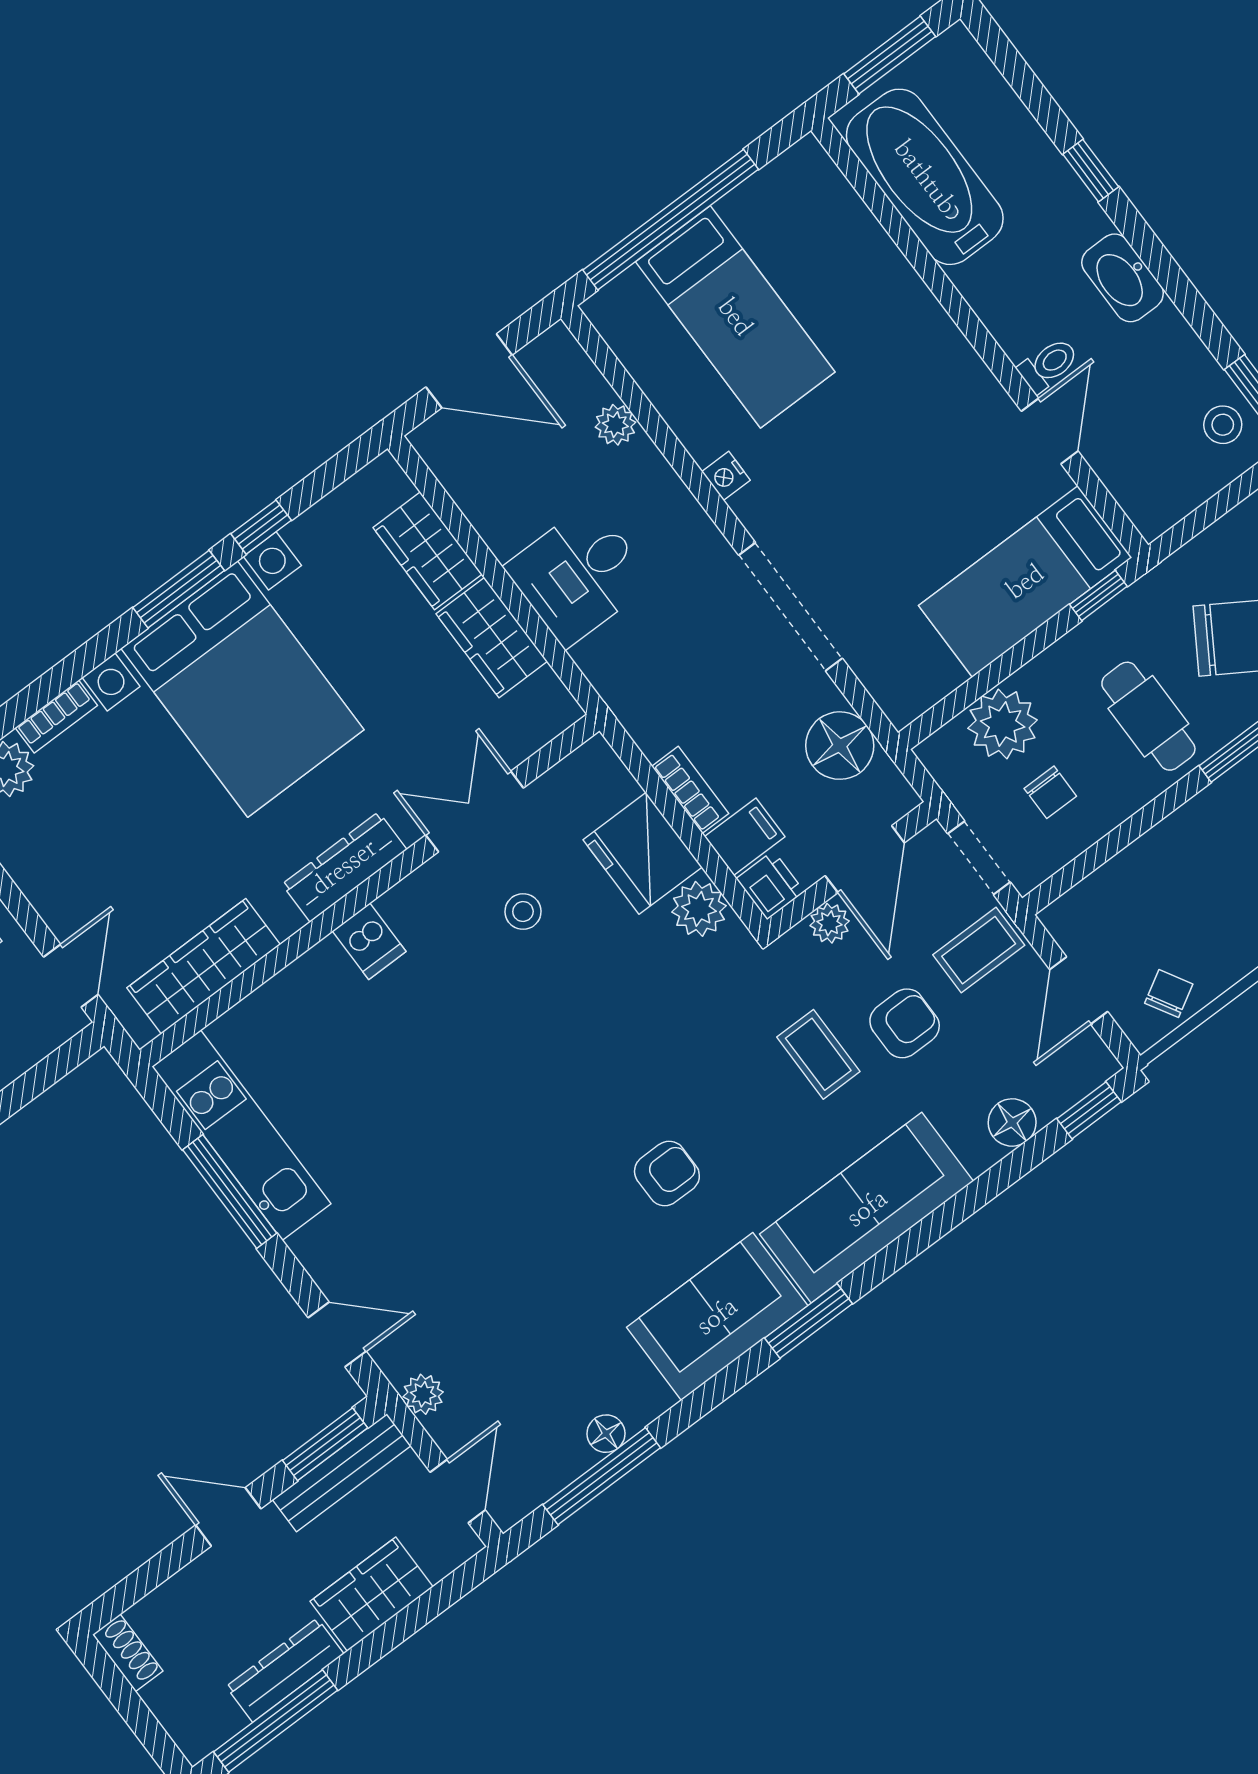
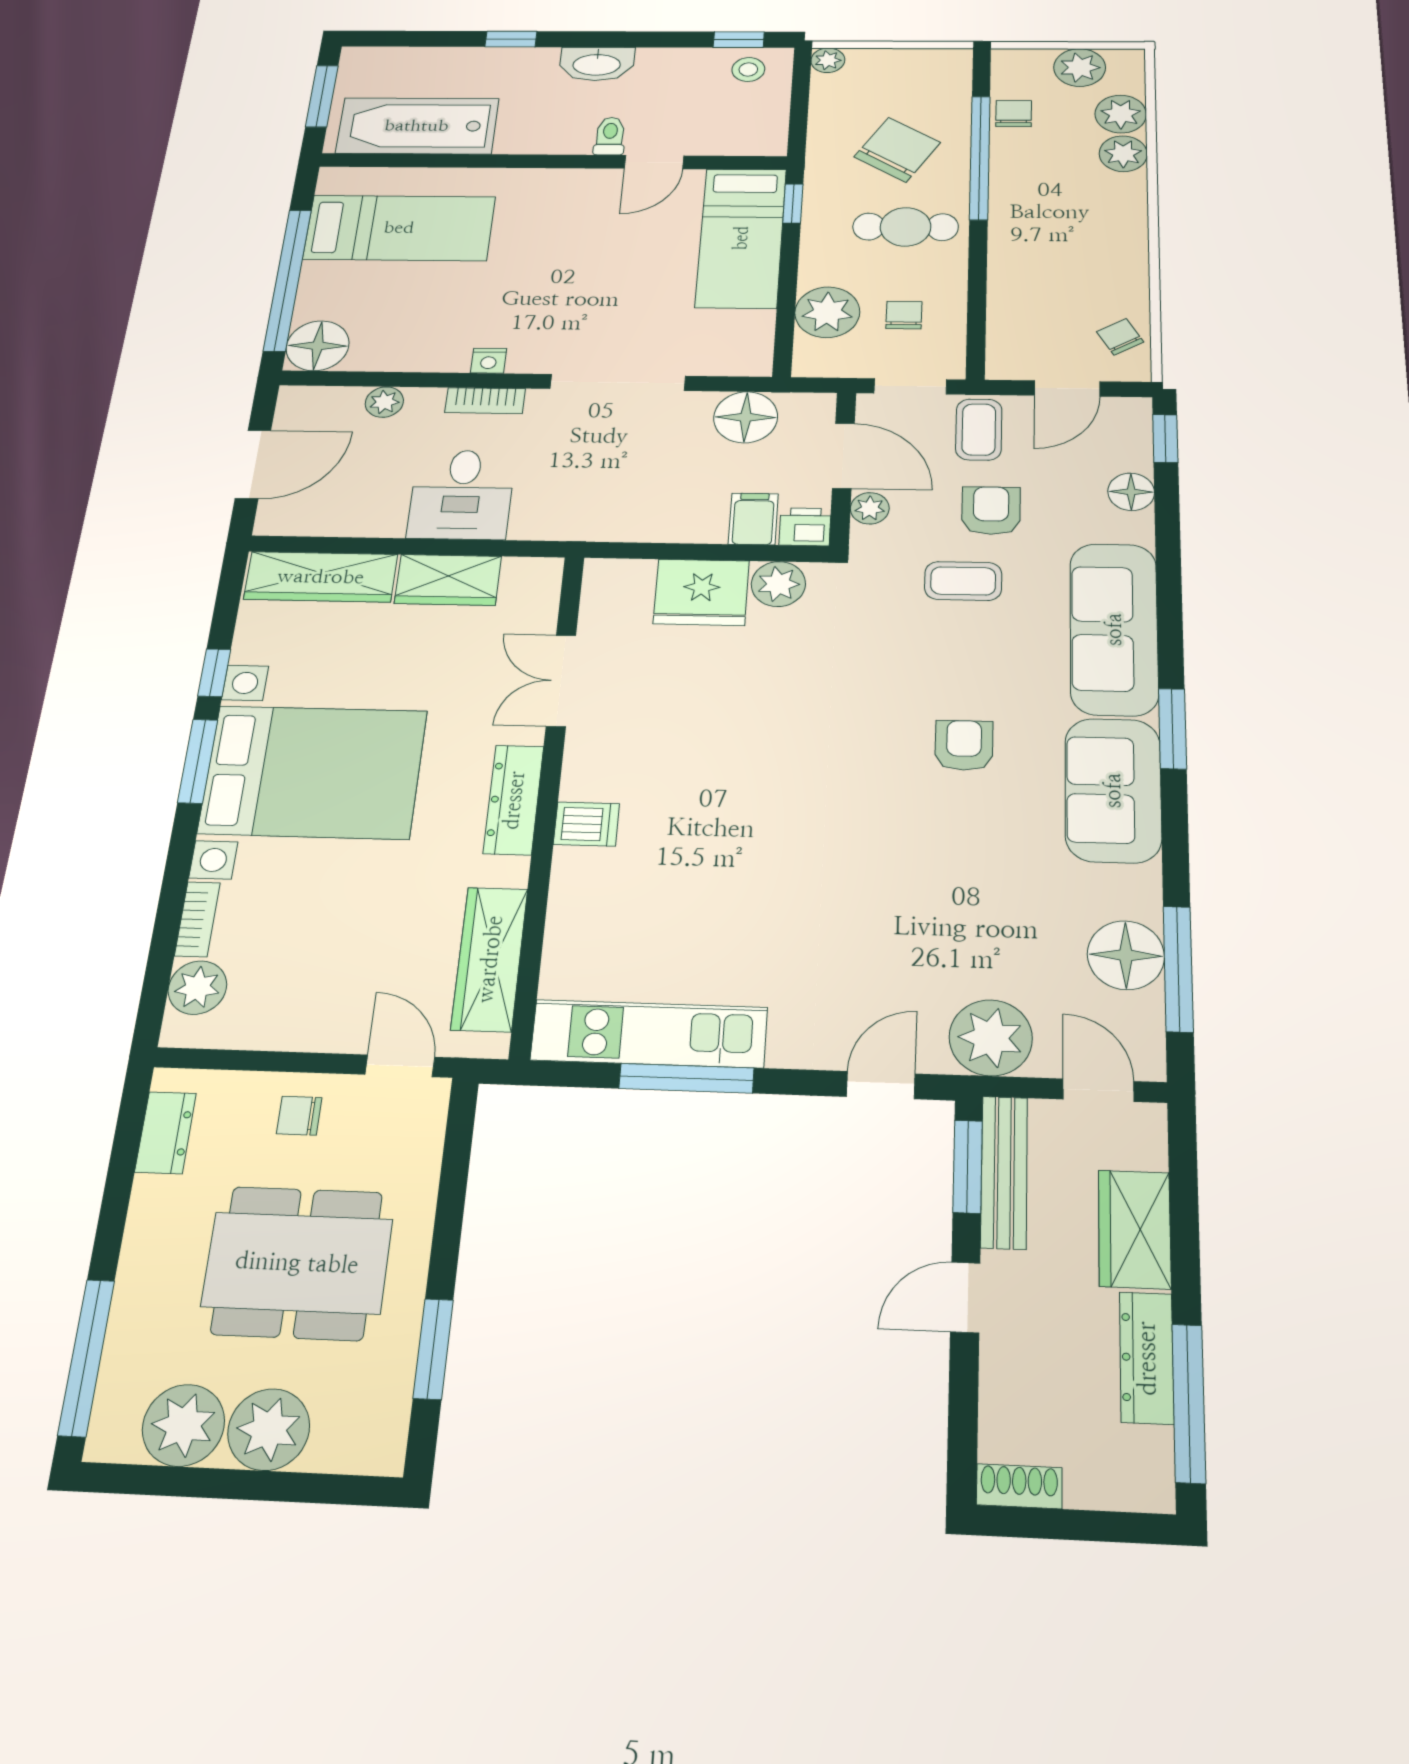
floor lamp: (625, 313) -> (318, 346), added
bed: (735, 317) -> (399, 228), moved
door: (1050, 431) -> (654, 162), swing flipped
wardrobe: (427, 551) -> (321, 577), width x1.50
bookcase: (690, 790) -> (485, 401), moved, turned 180
chair: (1050, 792) -> (904, 315), turned -90
stool: (523, 912) -> (667, 701), removed
door: (1079, 991) -> (1067, 388), hinge flipped
plant: (423, 1394) -> (991, 1038), width x1.88, depth x1.88
floor lamp: (606, 1434) -> (1126, 955), width x1.89, depth x1.89

